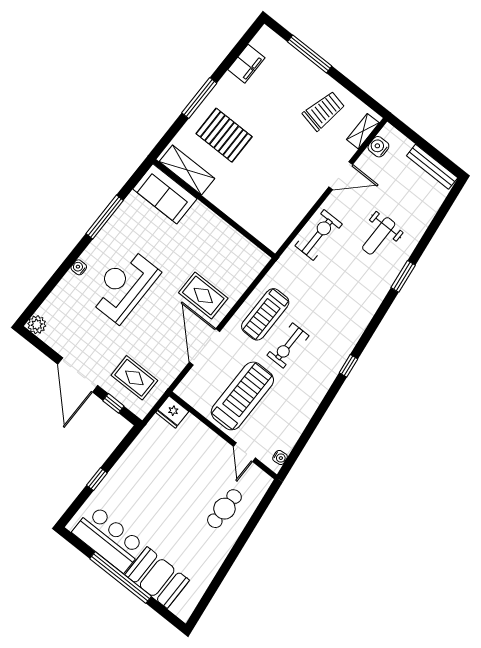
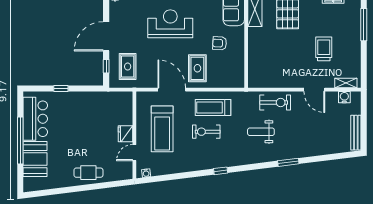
trolley: (324, 111) -> (324, 49), moved, turned -102
weight bench: (379, 236) -> (261, 132), moved
armchair: (194, 245) -> (220, 43), added
door: (204, 347) -> (172, 90), hinge flipped
treadmill: (242, 396) -> (162, 129), turned 90
fridge: (172, 412) -> (126, 134), moved
cafe table: (224, 509) -> (88, 173), moved

